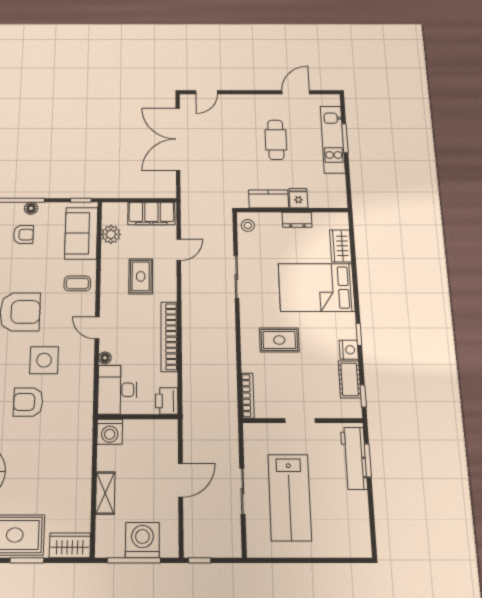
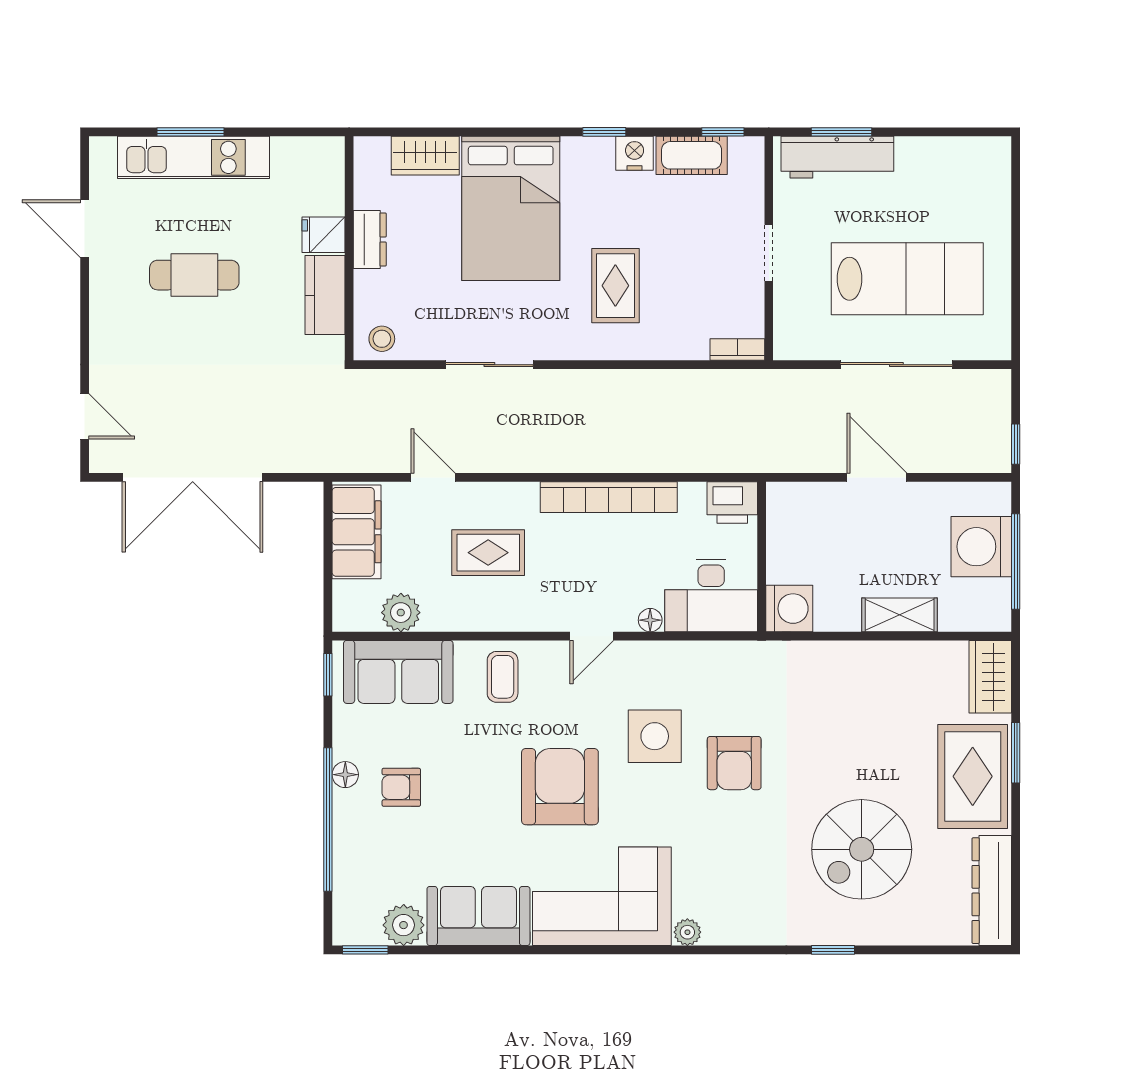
armchair: (23, 235) -> (401, 787), turned -90
bookcase: (248, 396) -> (737, 349), width x0.64
sliding door: (242, 491) -> (896, 365), width x1.37

